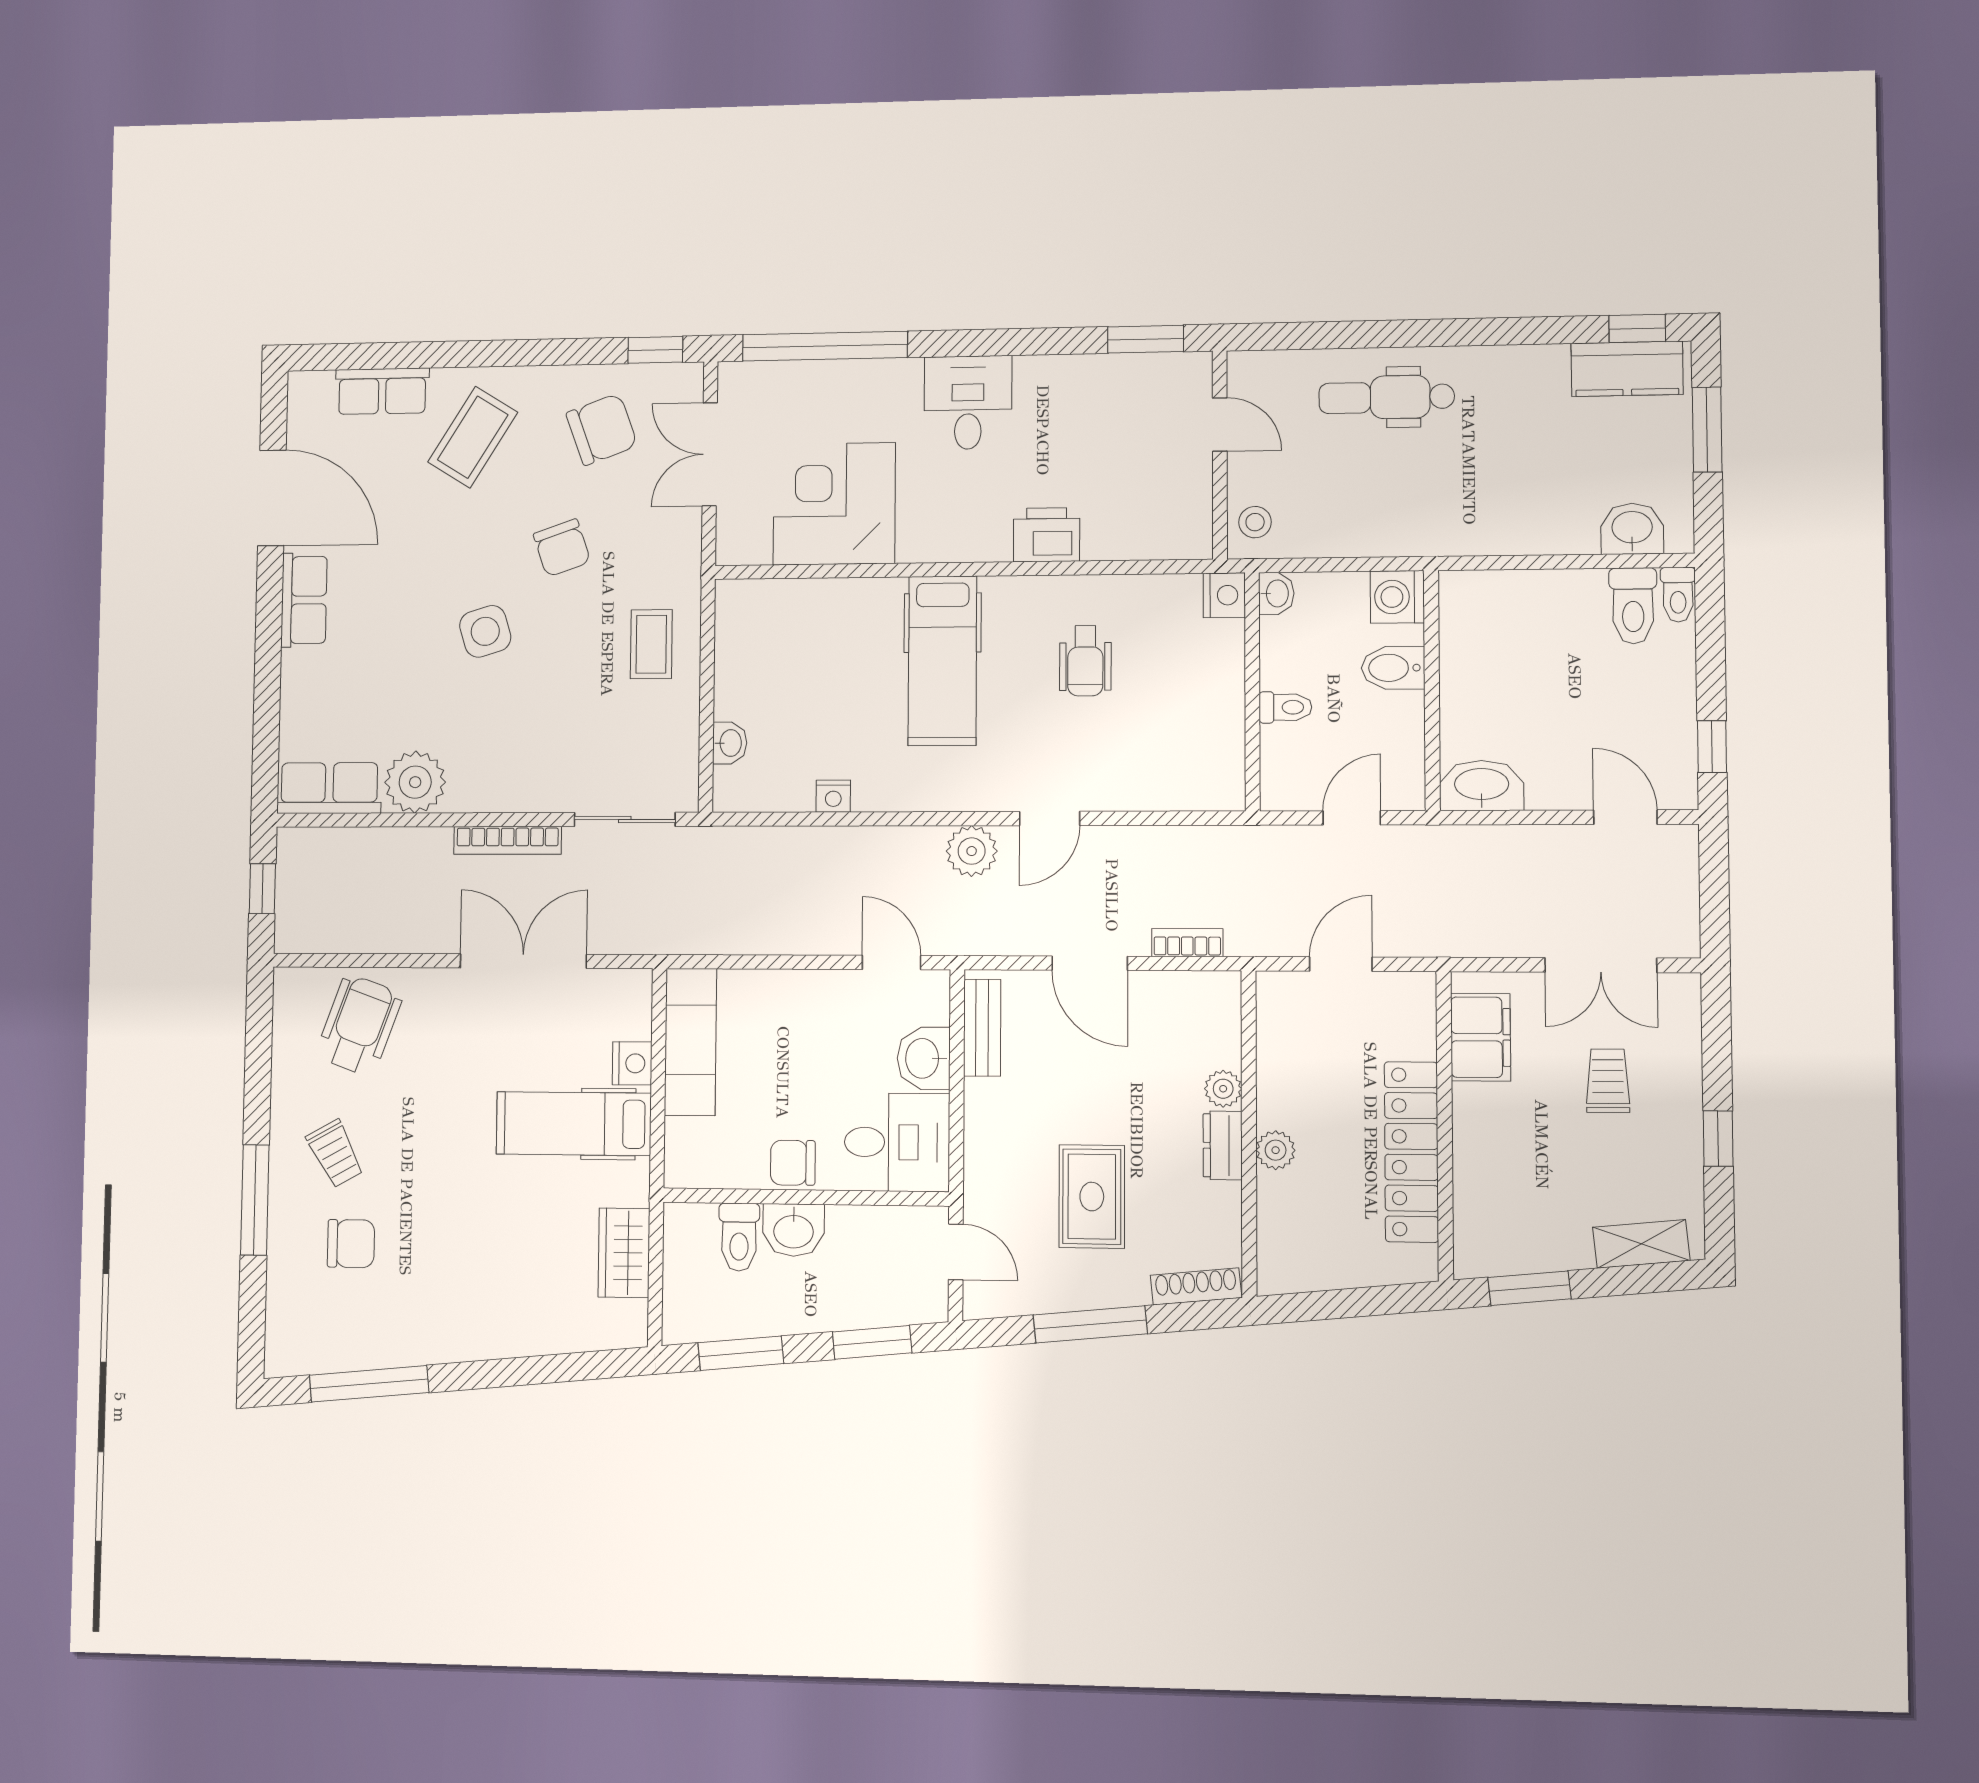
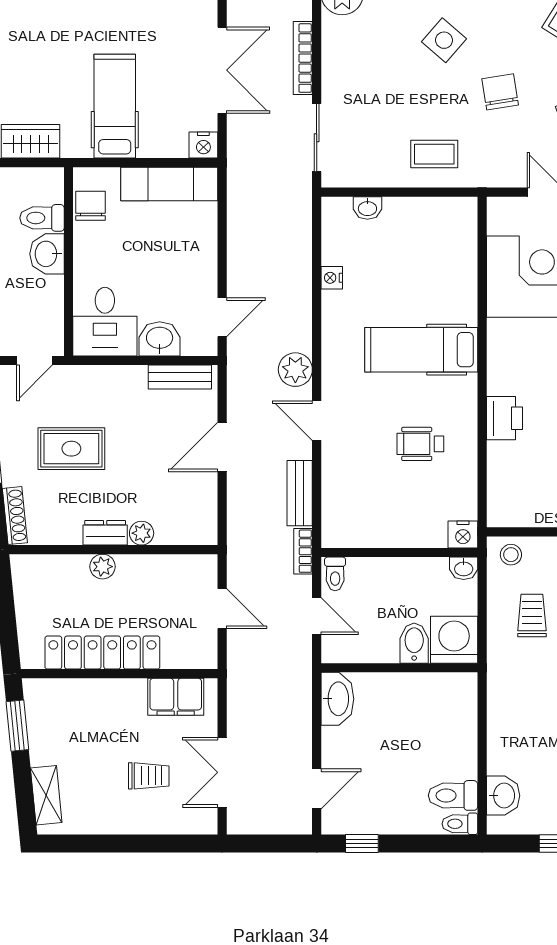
trolley: (1349, 489) -> (532, 615), added
chair: (562, 548) -> (500, 92), turned 100
washing machine: (1397, 597) -> (454, 640), width x1.37, depth x1.37
side table: (485, 631) -> (444, 40), turned -32
toilet: (1285, 707) -> (335, 574), moved
bench: (1161, 844) -> (300, 493), added
bookcase: (1187, 943) -> (303, 551), moved, turned 180
nightstand: (632, 1063) -> (203, 145), moved
window: (1718, 1139) -> (113, 844), removed
chair: (793, 1163) -> (91, 206), moved

